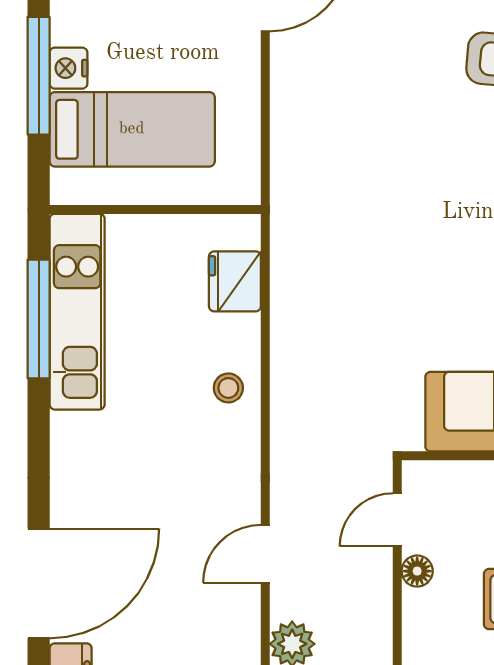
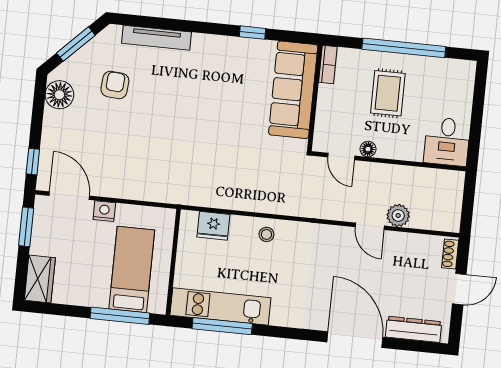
nightstand: (68, 68) -> (104, 211), moved, turned 180
window: (39, 76) -> (120, 316), moved
door: (265, 554) -> (370, 226), moved

